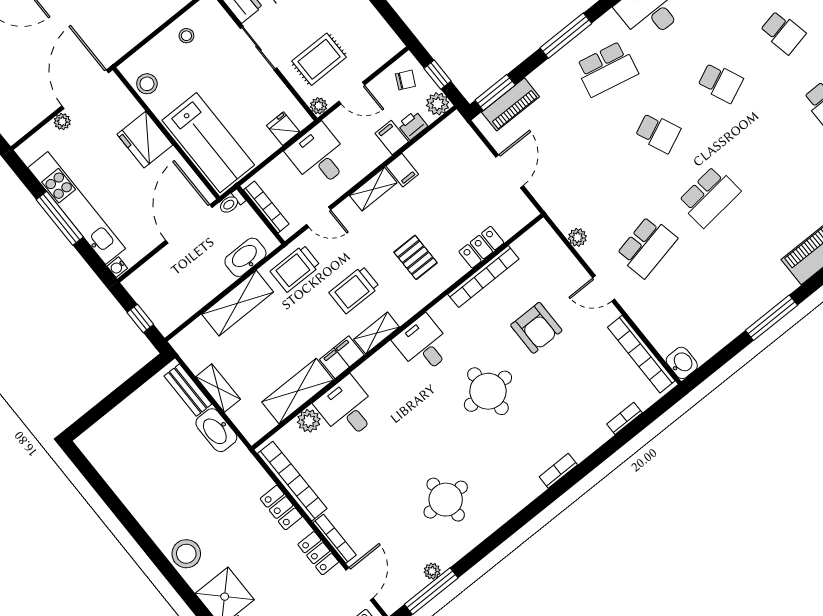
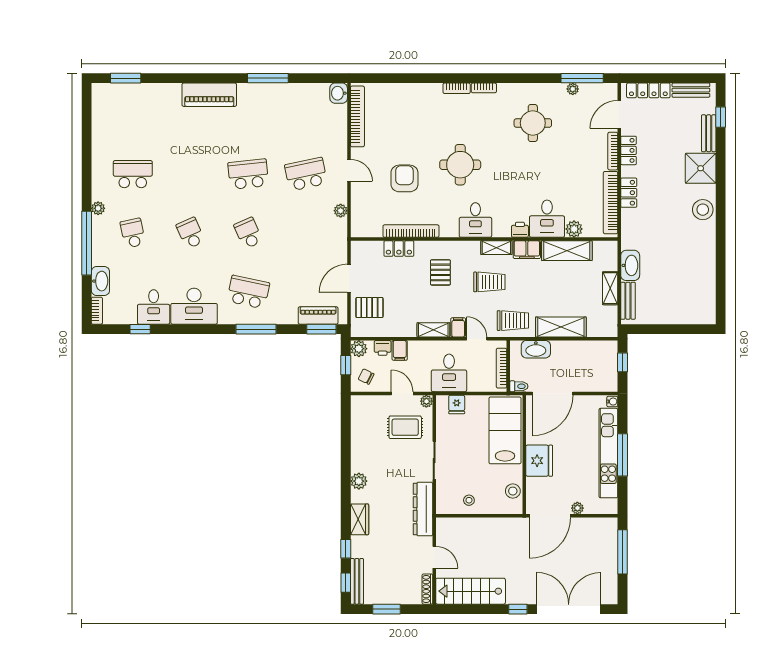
pallet: (462, 158) -> (369, 308), added
filing cabinet: (402, 170) -> (458, 327), moved
printer: (367, 373) -> (520, 230), added
bookcase: (624, 418) -> (484, 88), moved

